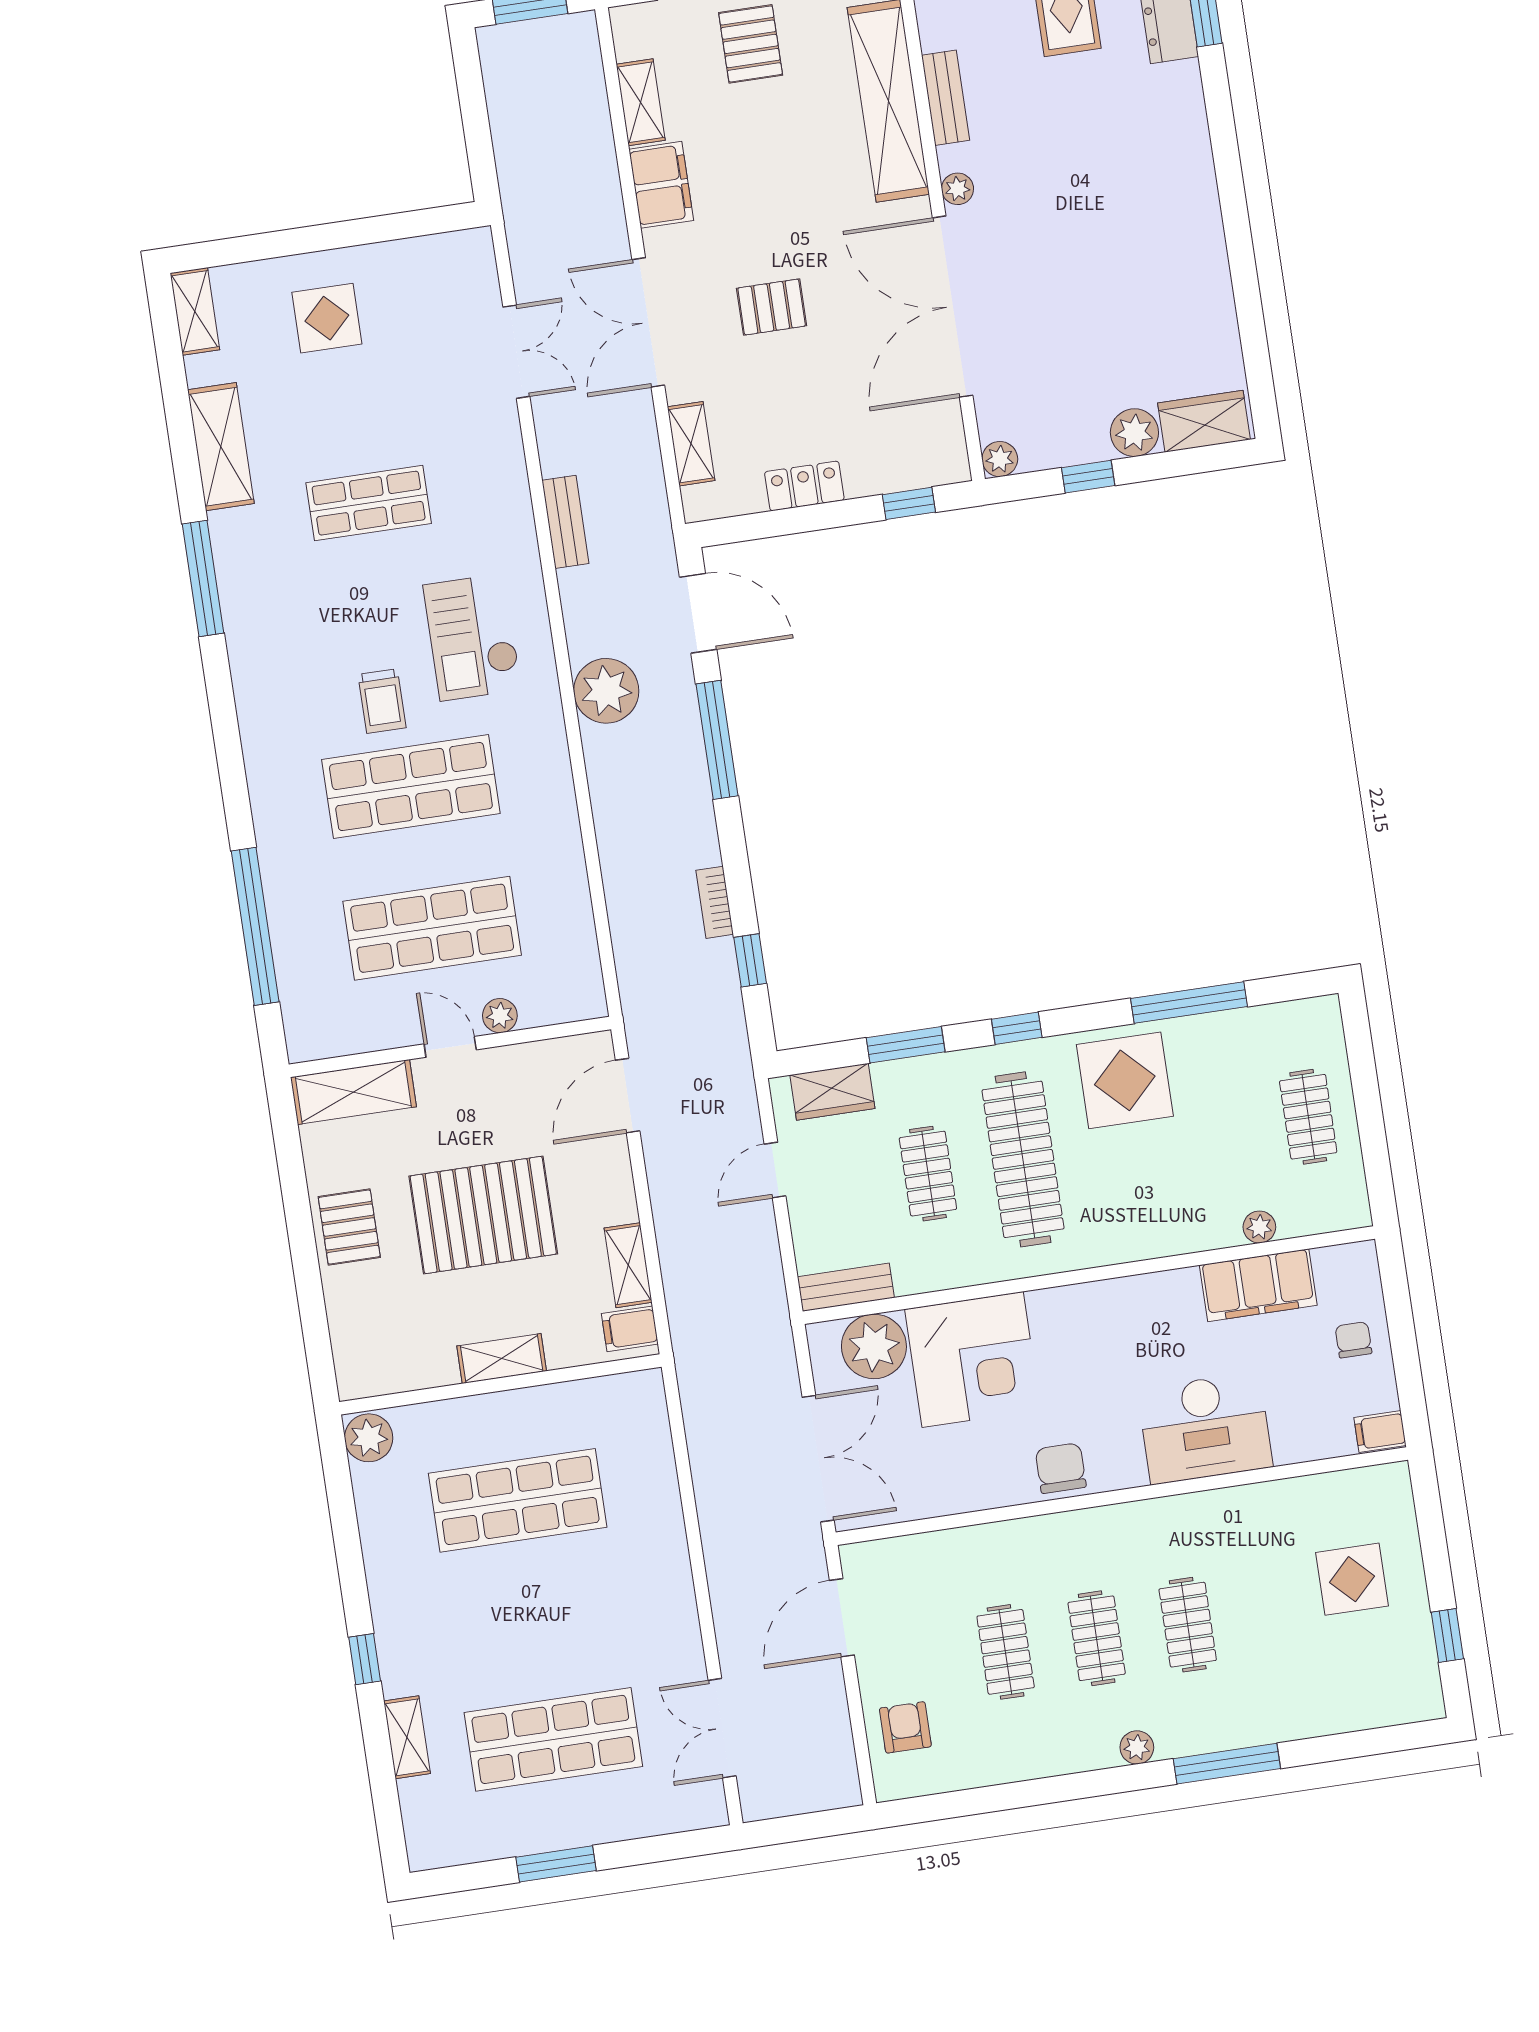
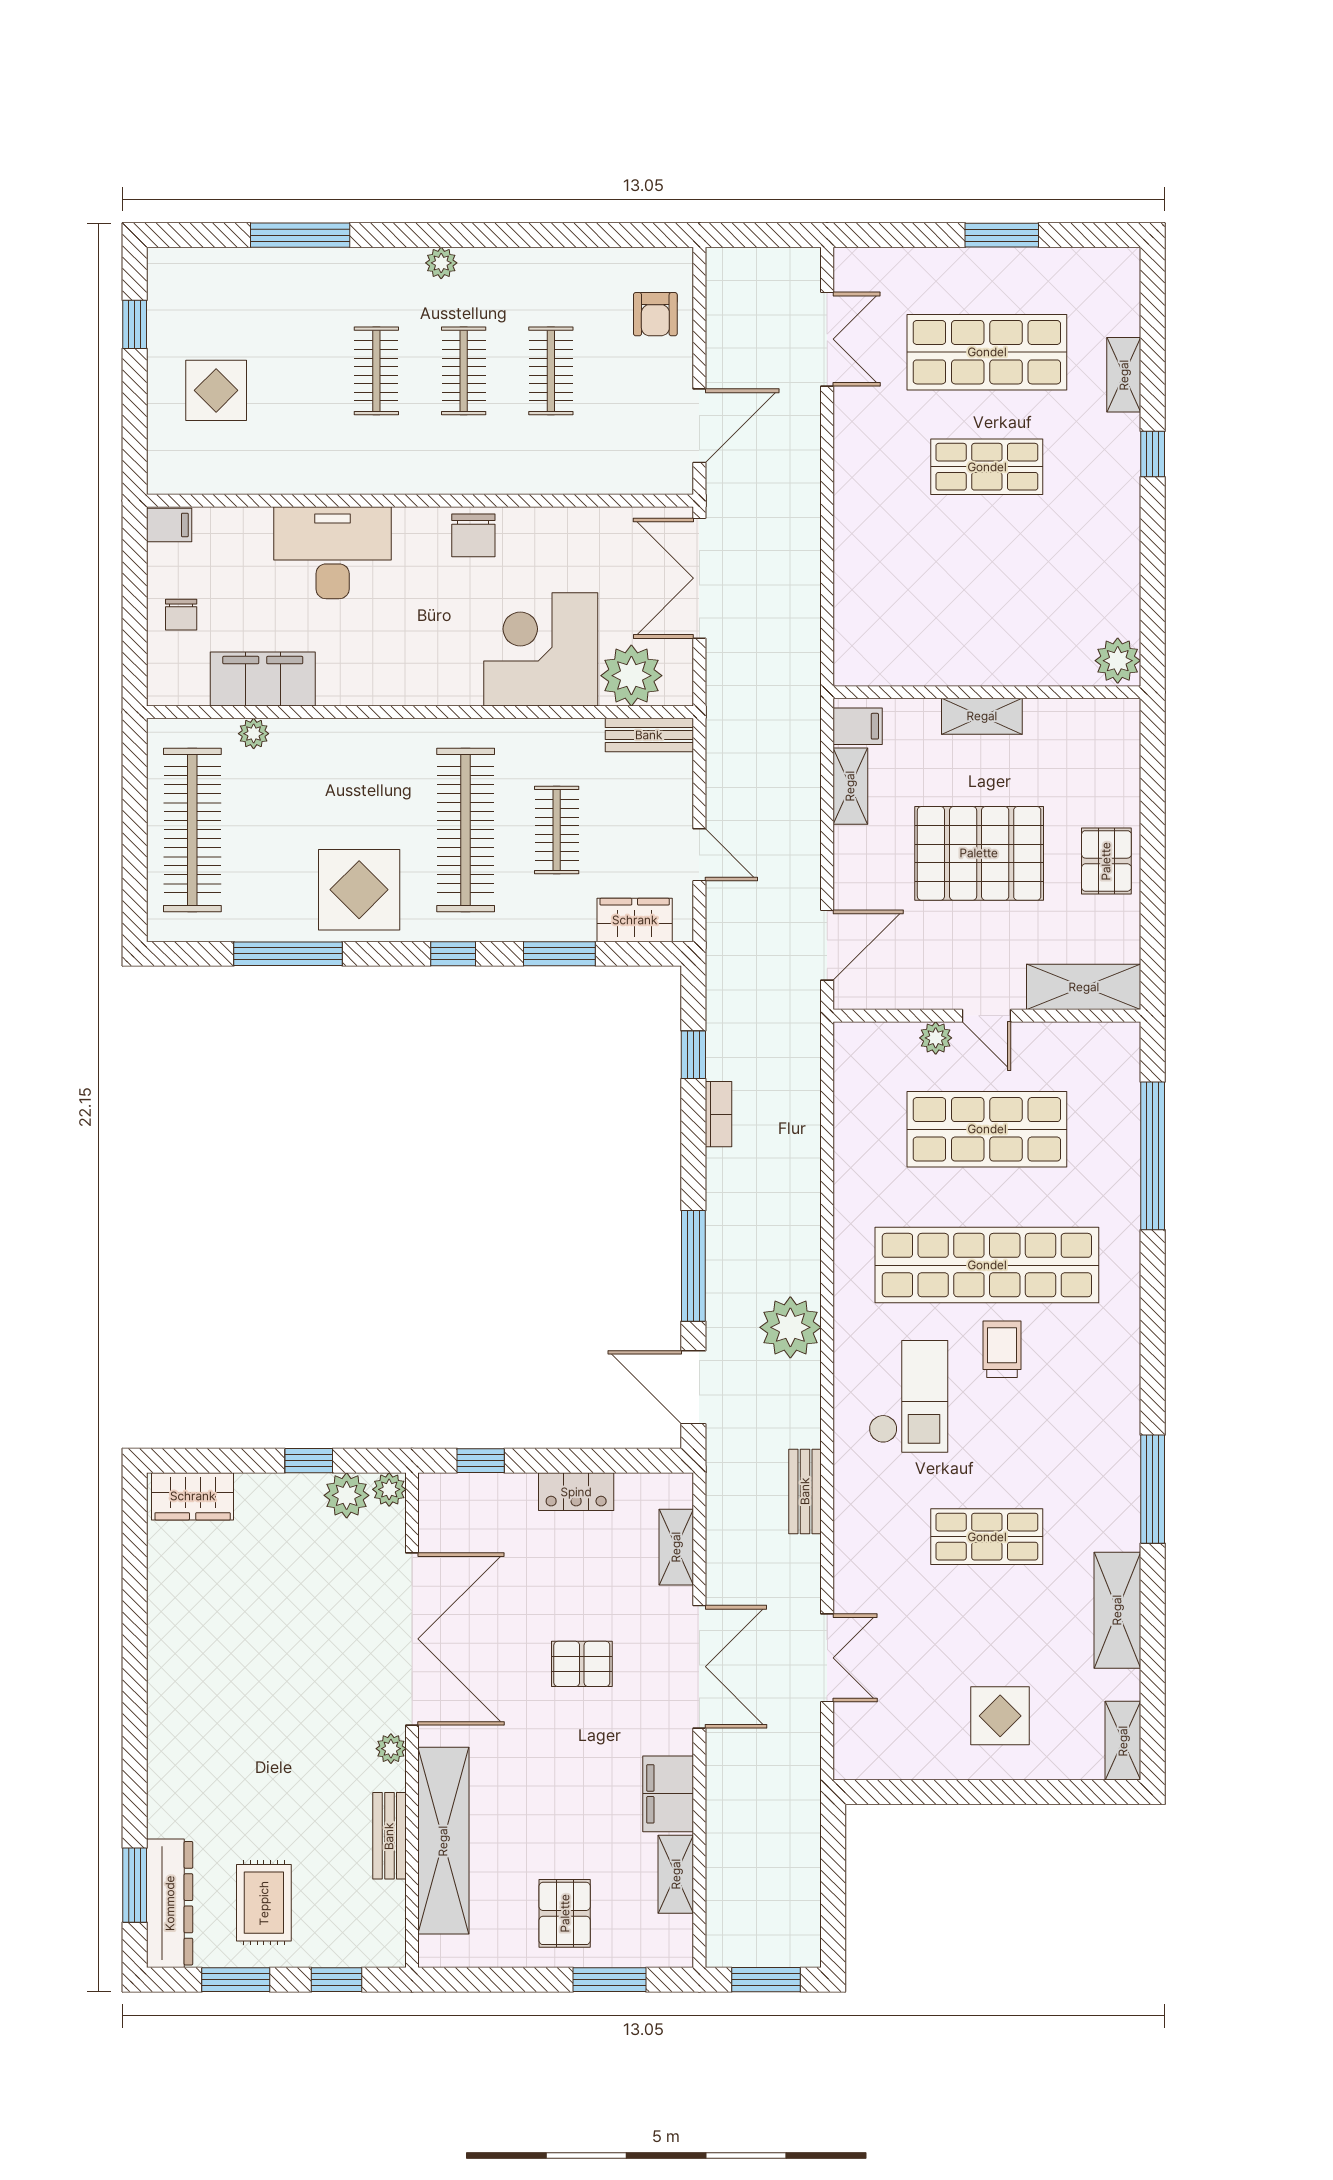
double door: (516, 352) -> (827, 1658), swing flipped
plant: (1134, 433) -> (347, 1495), moved
shop shelf: (411, 787) -> (987, 1265), width x1.40
clothes rail: (1308, 1117) -> (192, 830), width x1.86, depth x1.31
door: (775, 1170) -> (699, 855), hinge flipped
shop shelf: (518, 1500) -> (987, 467), moved, width x0.70, depth x0.74
window: (1227, 1764) -> (300, 235), moved

